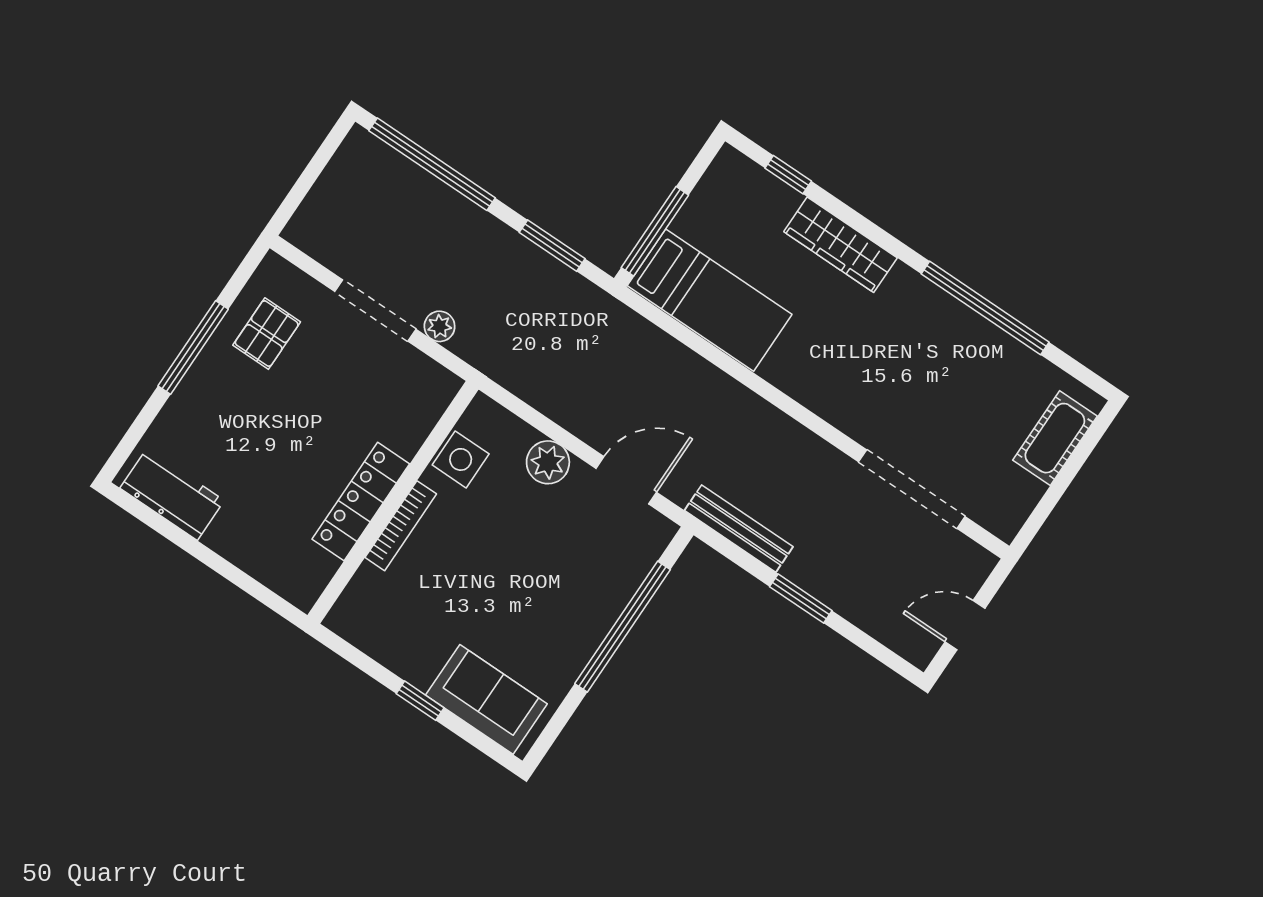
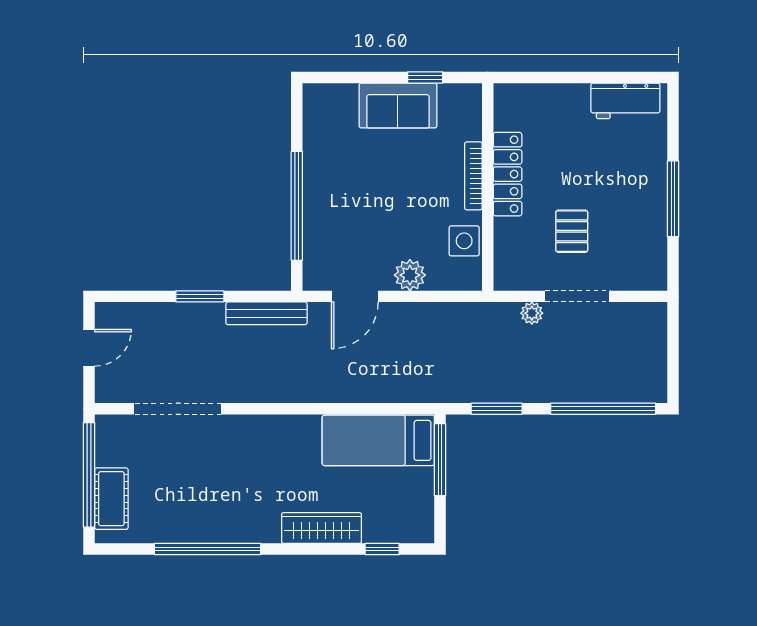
pallet: (267, 334) -> (572, 231), moved
window: (1062, 482) -> (89, 475), added
sofa: (486, 699) -> (398, 105), moved
window: (420, 701) -> (425, 77), moved

